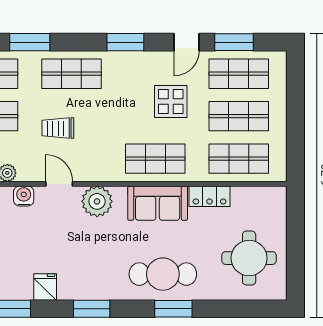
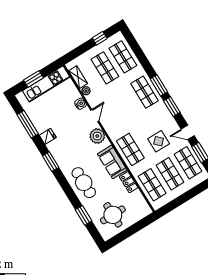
window: (30, 42) -> (159, 85), moved
trolley: (58, 128) -> (118, 100), removed
window: (173, 309) -> (84, 215), moved

